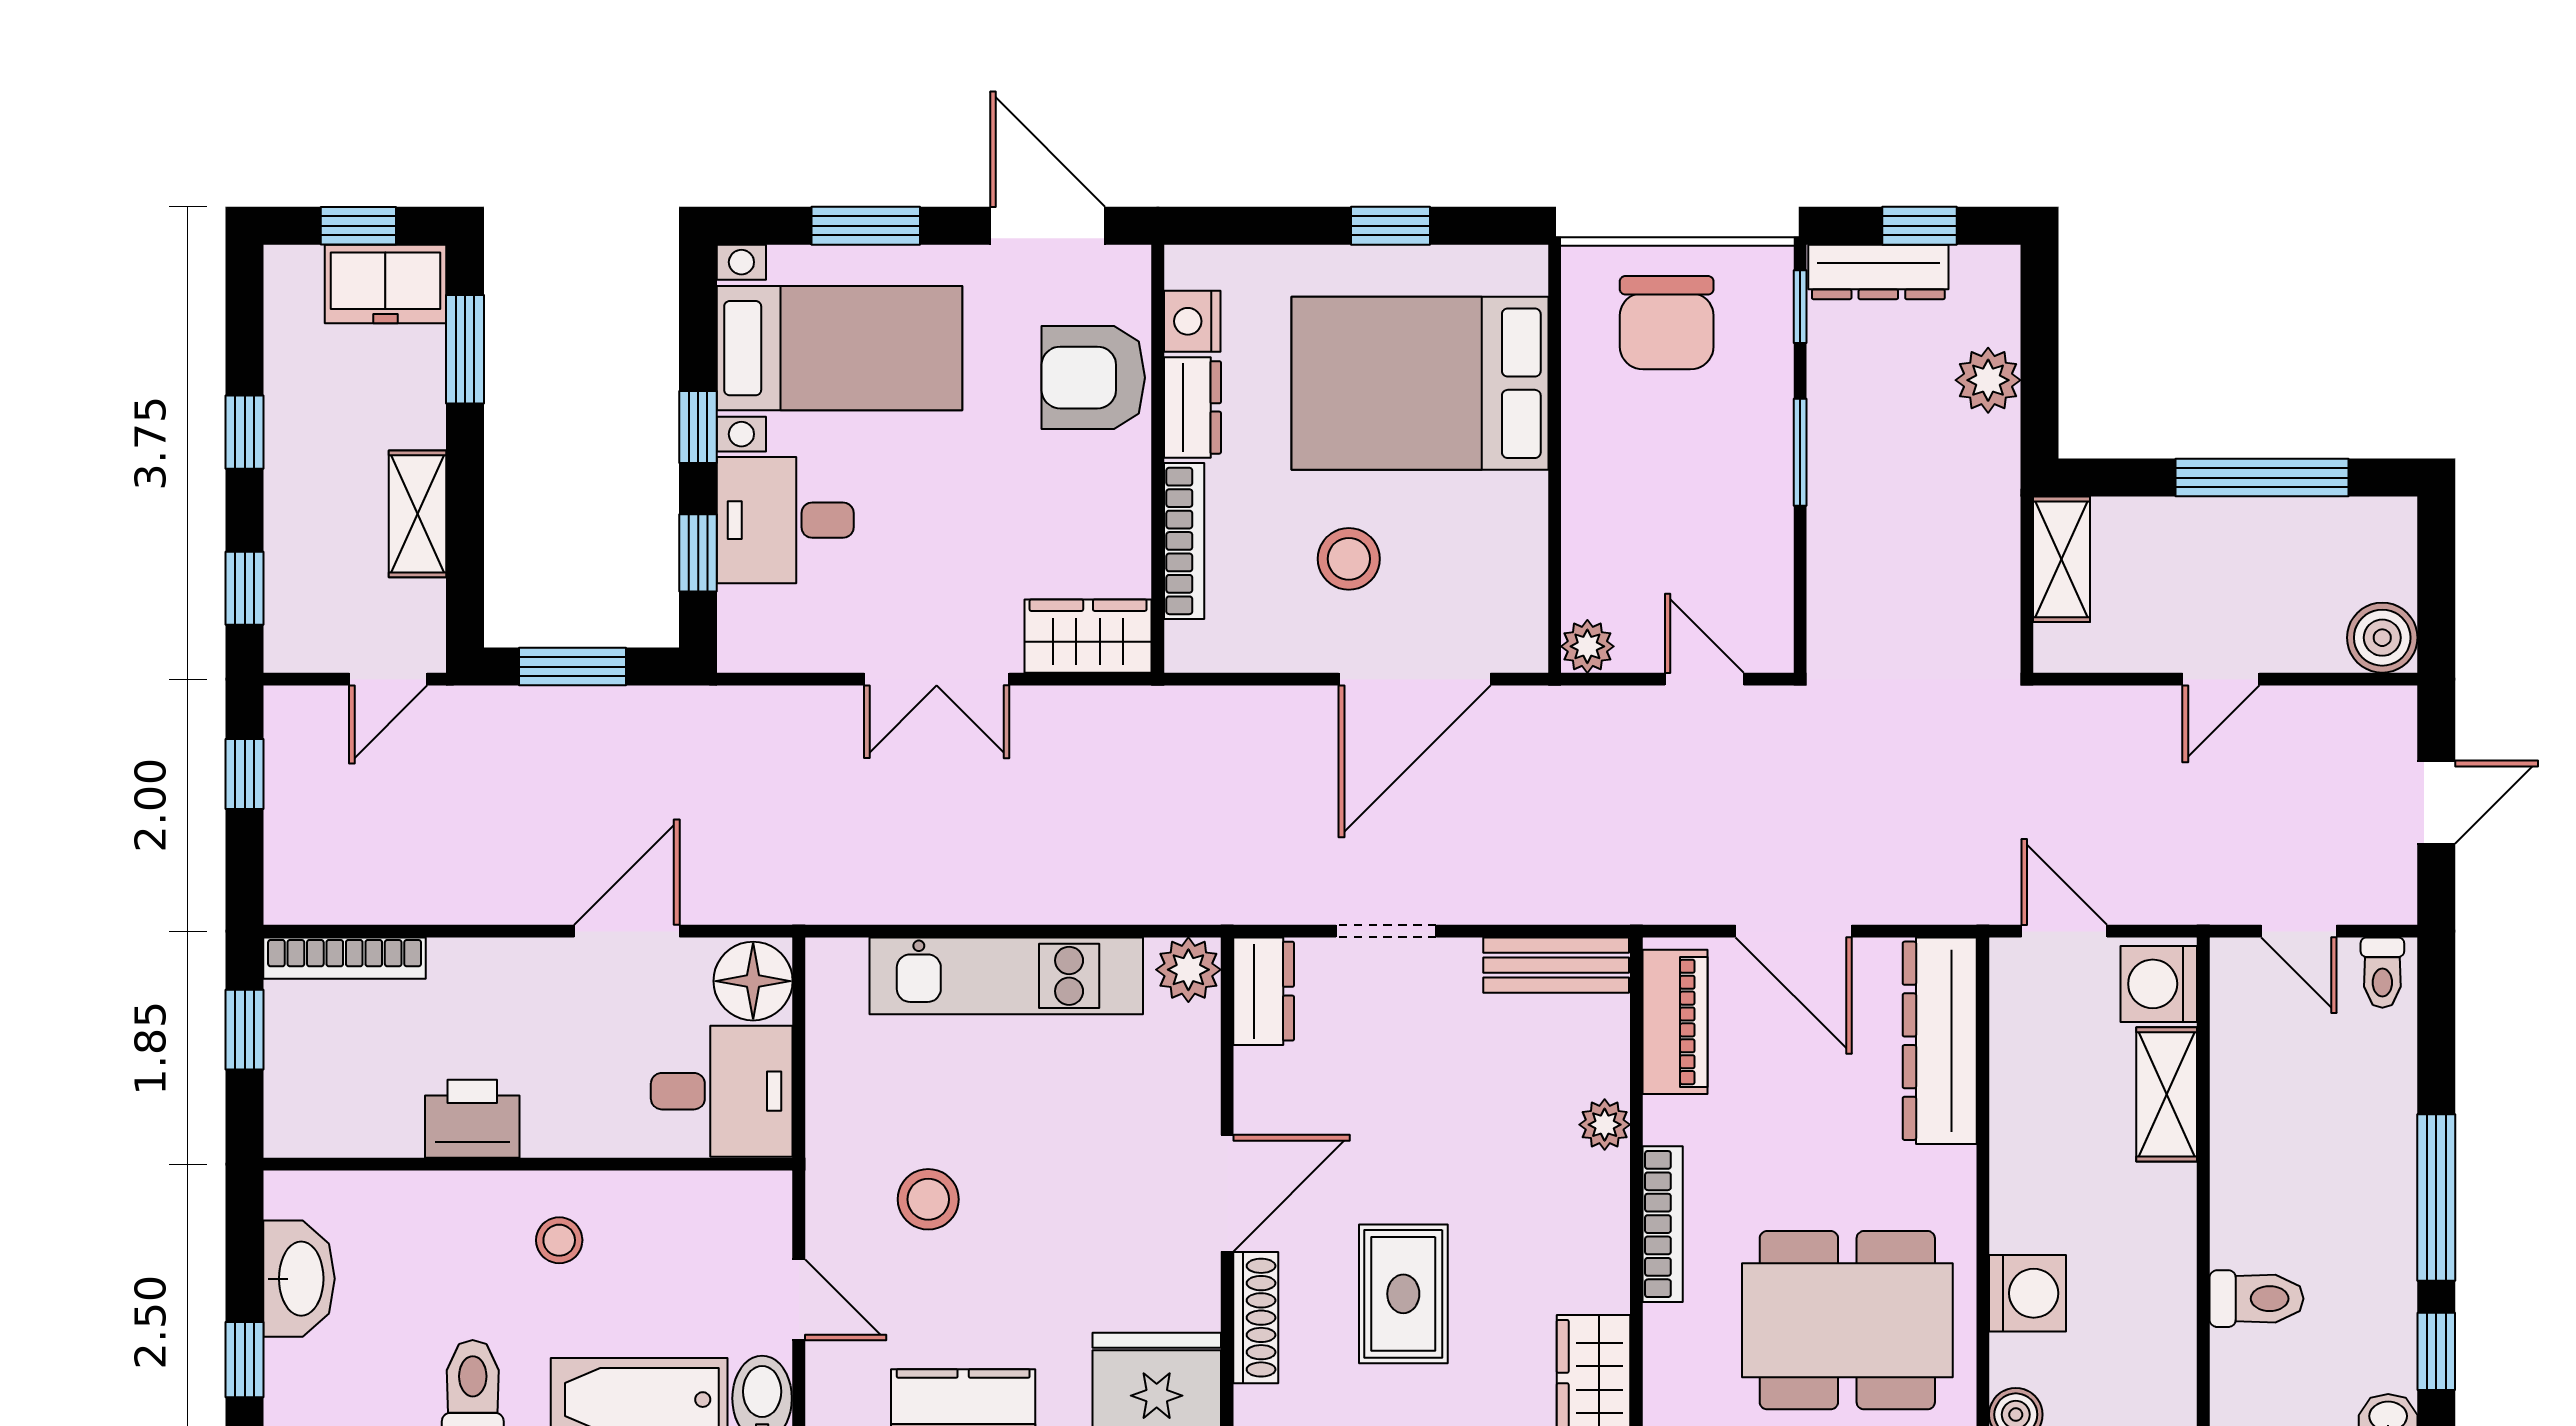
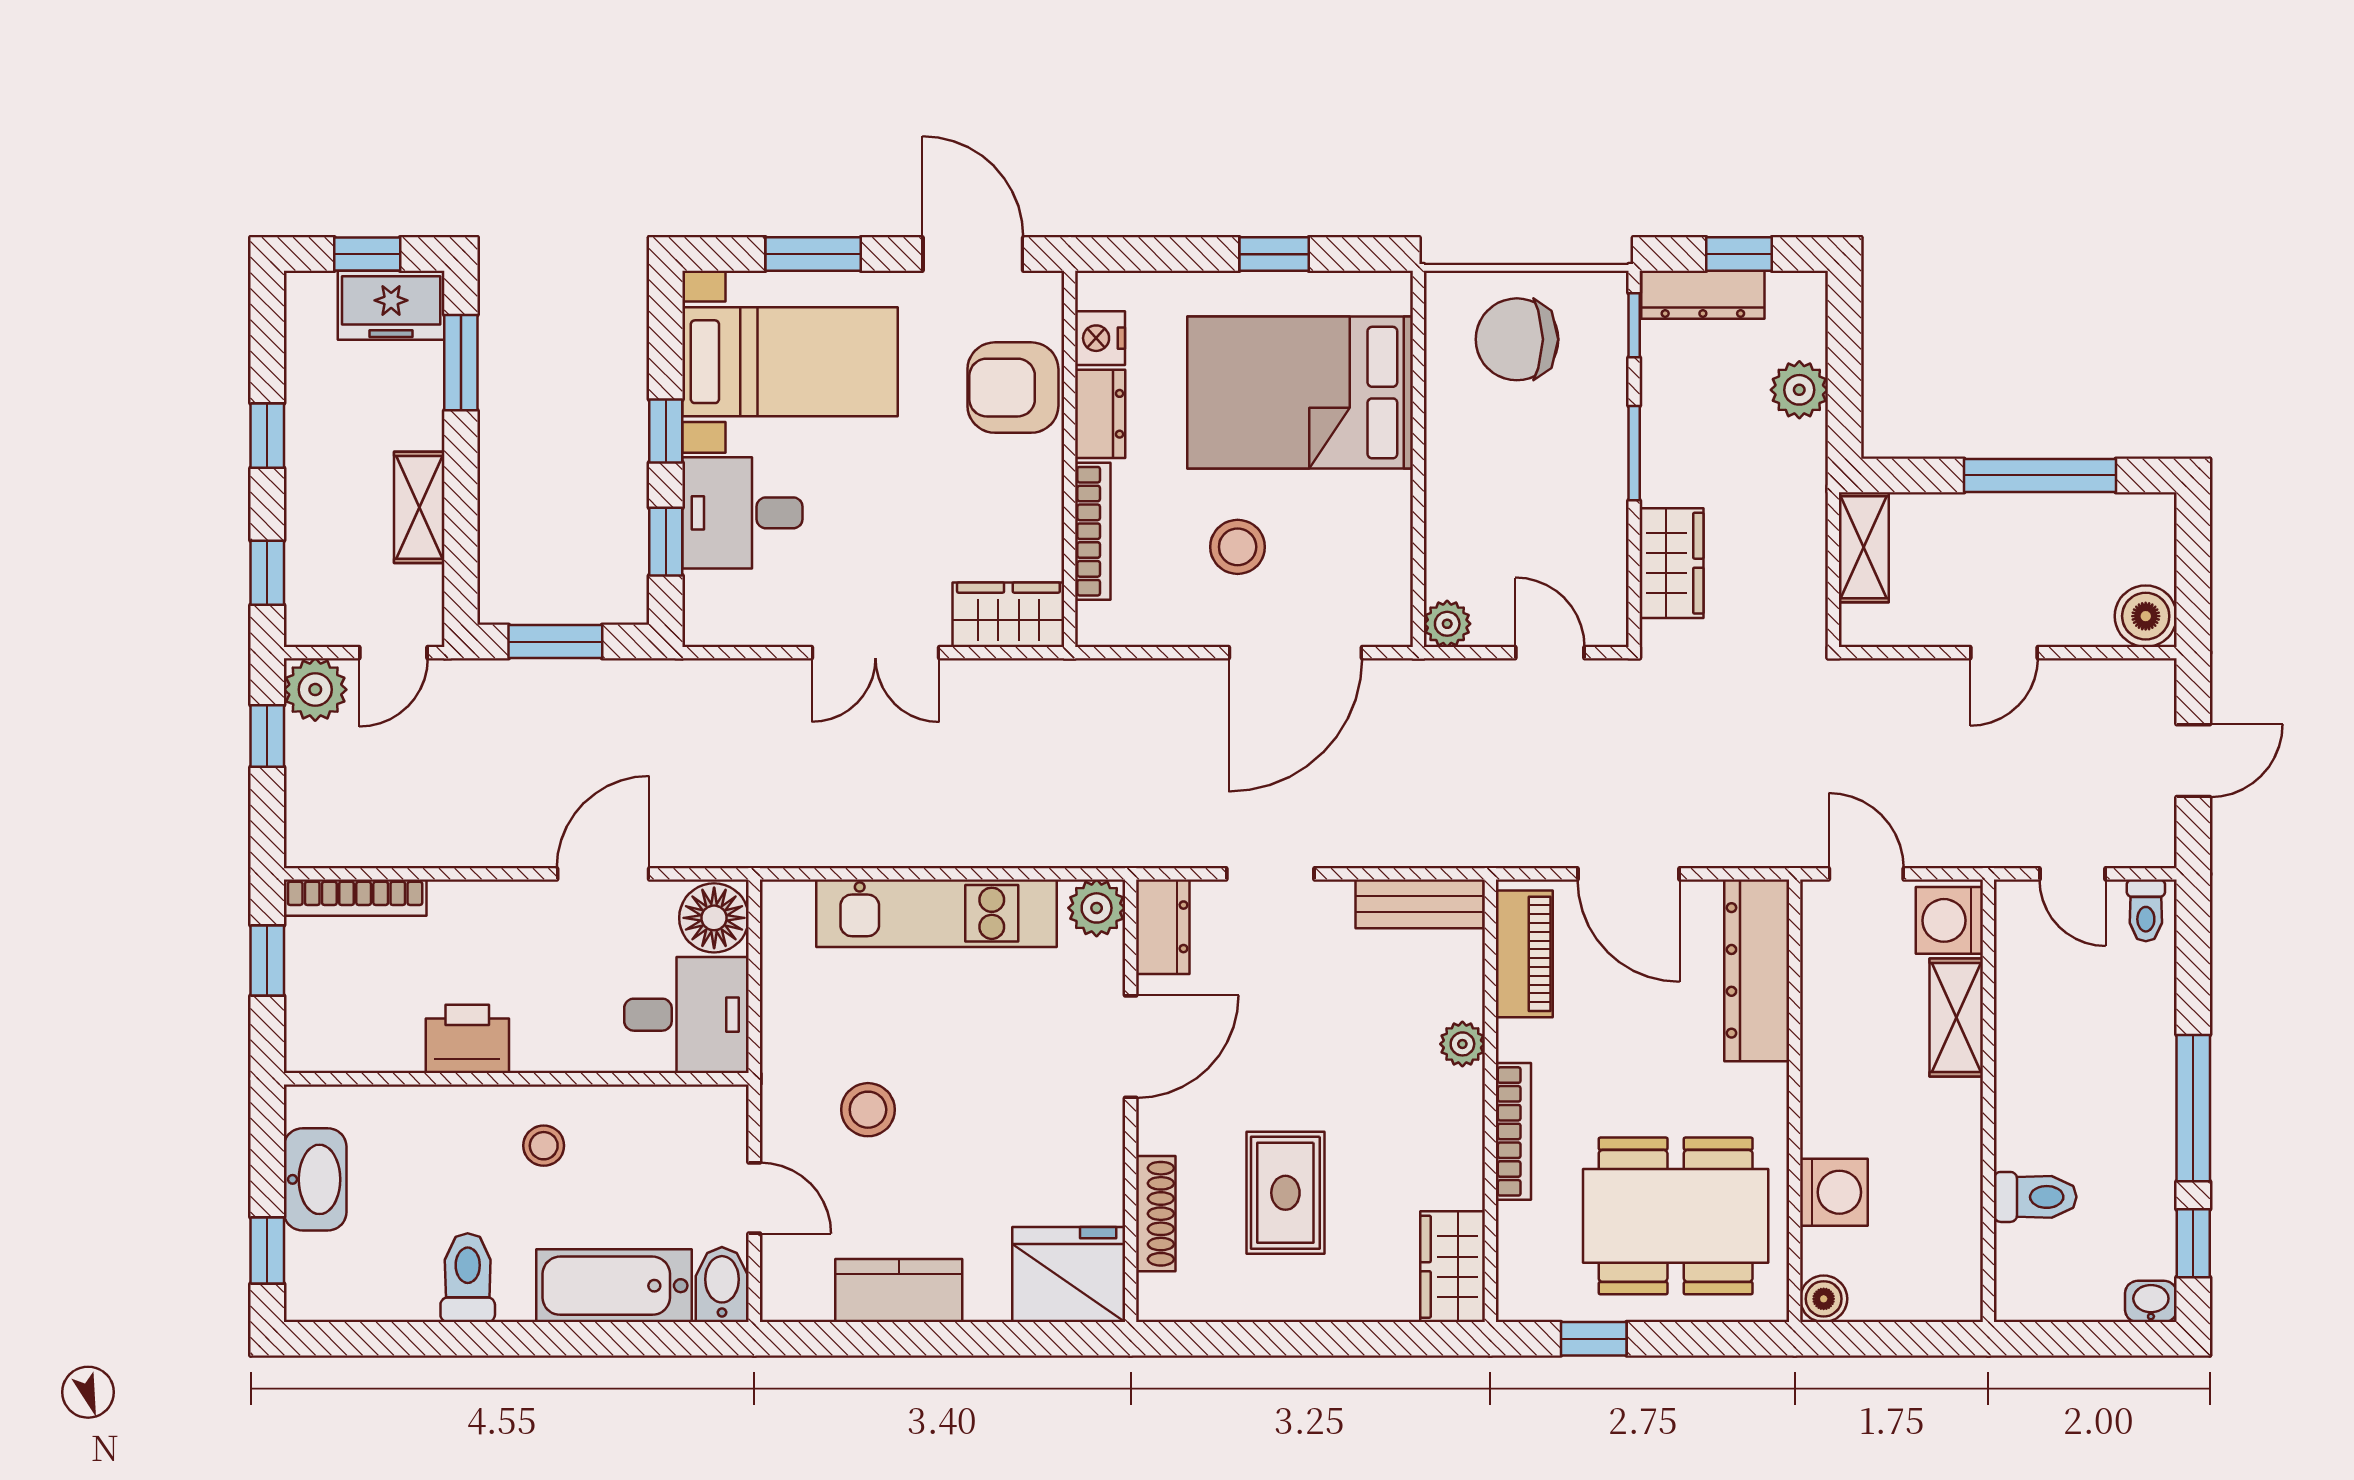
chair: (1667, 323) -> (1517, 339), turned 90
wardrobe: (1843, 577) -> (1672, 563), added
plant: (299, 721) -> (315, 690), added
door: (1227, 1193) -> (1131, 1047), moved

